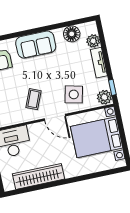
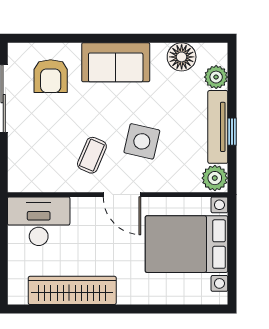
tv unit: (99, 63) -> (218, 127), width x1.41
window: (112, 87) -> (232, 132), moved
side table: (74, 94) -> (142, 141), moved

